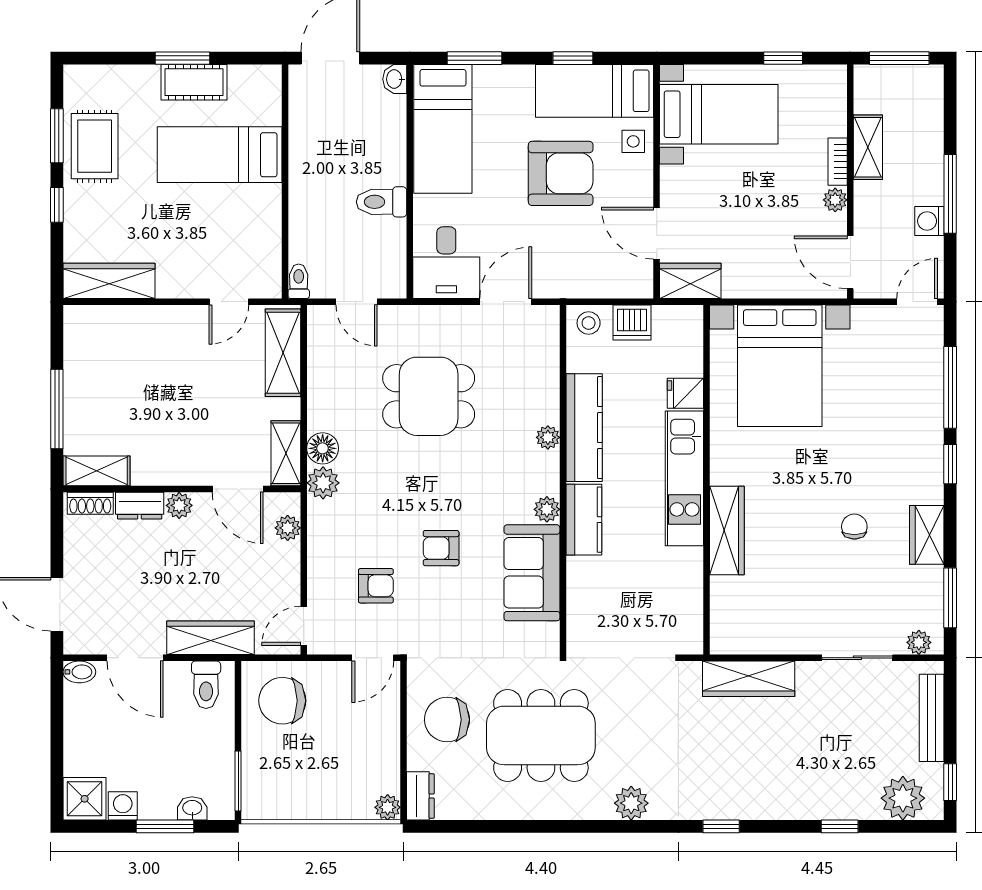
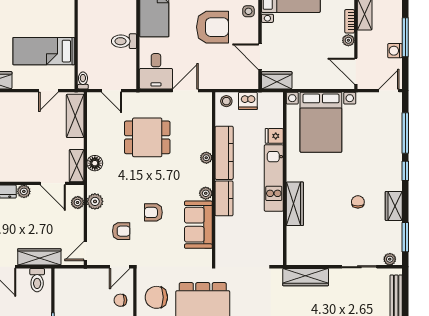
bed: (220, 155) -> (44, 51), moved
plant: (323, 483) -> (95, 201), moved
chair: (282, 701) -> (120, 300), moved, width x0.54, depth x0.54

